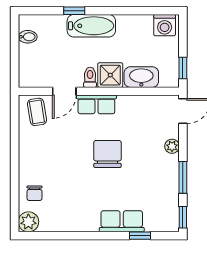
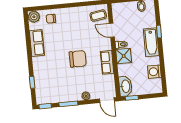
washing machine: (165, 25) -> (154, 72), moved
washbasin: (141, 77) -> (125, 86), moved
row of seats: (96, 104) -> (107, 62), moved
row of seats: (122, 221) -> (37, 43), moved

